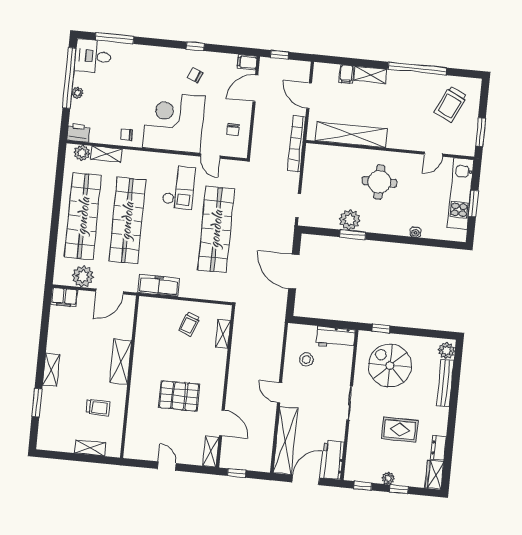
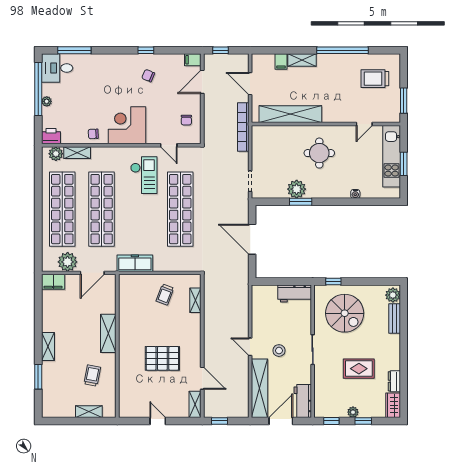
trolley: (451, 104) -> (375, 79), turned 65
corner desk: (174, 122) -> (127, 125), width x0.74, depth x0.74
stool: (306, 359) -> (279, 351), moved
spiral stairs: (390, 366) -> (345, 313), turned 180
bench: (445, 383) -> (395, 318), width x0.73
trolley: (98, 407) -> (92, 376), turned -79

